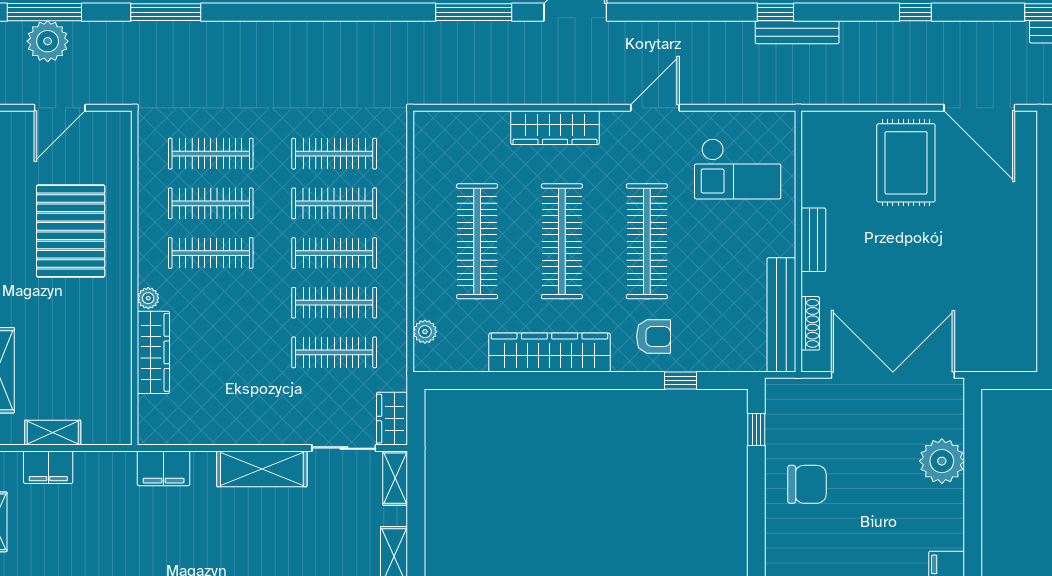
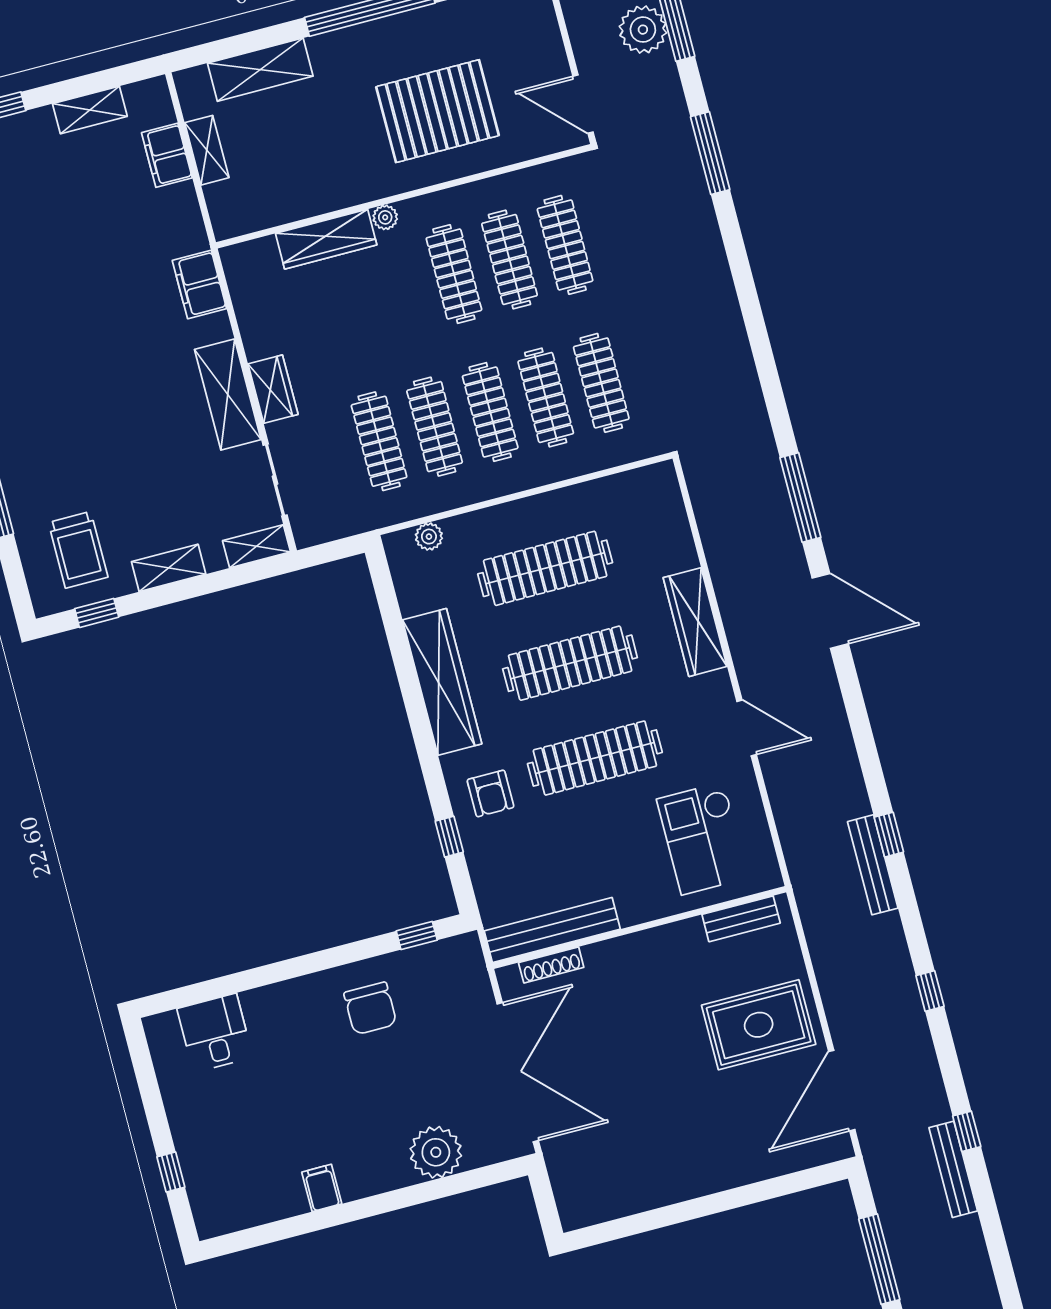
door: (60, 108) -> (583, 104), moved
bench: (813, 240) -> (741, 919), moved
wardrobe: (392, 419) -> (273, 389), moved, turned 90

